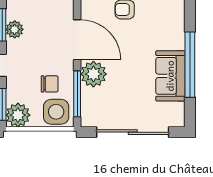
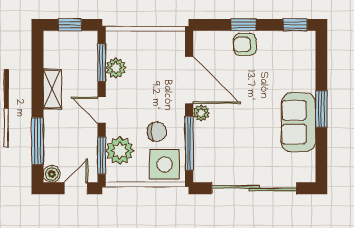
window: (190, 65) -> (321, 109), width x0.47
plant: (93, 74) -> (201, 113), width x0.53, depth x0.53
plant: (18, 115) -> (120, 151), moved

